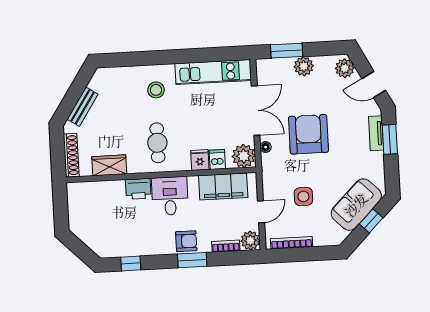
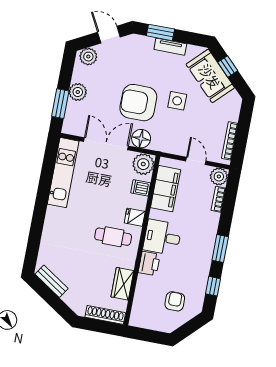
door: (374, 85) -> (109, 35), swing flipped
stool: (156, 90) -> (66, 227), removed
bench: (83, 107) -> (52, 281), moved
tv unit: (376, 133) -> (170, 47), moved
floor lamp: (266, 147) -> (141, 139), width x1.89, depth x1.89
fridge: (200, 160) -> (135, 217), moved
side table: (303, 197) -> (177, 101), moved
armchair: (186, 241) -> (175, 301), moved
window: (192, 260) -> (220, 249), moved

